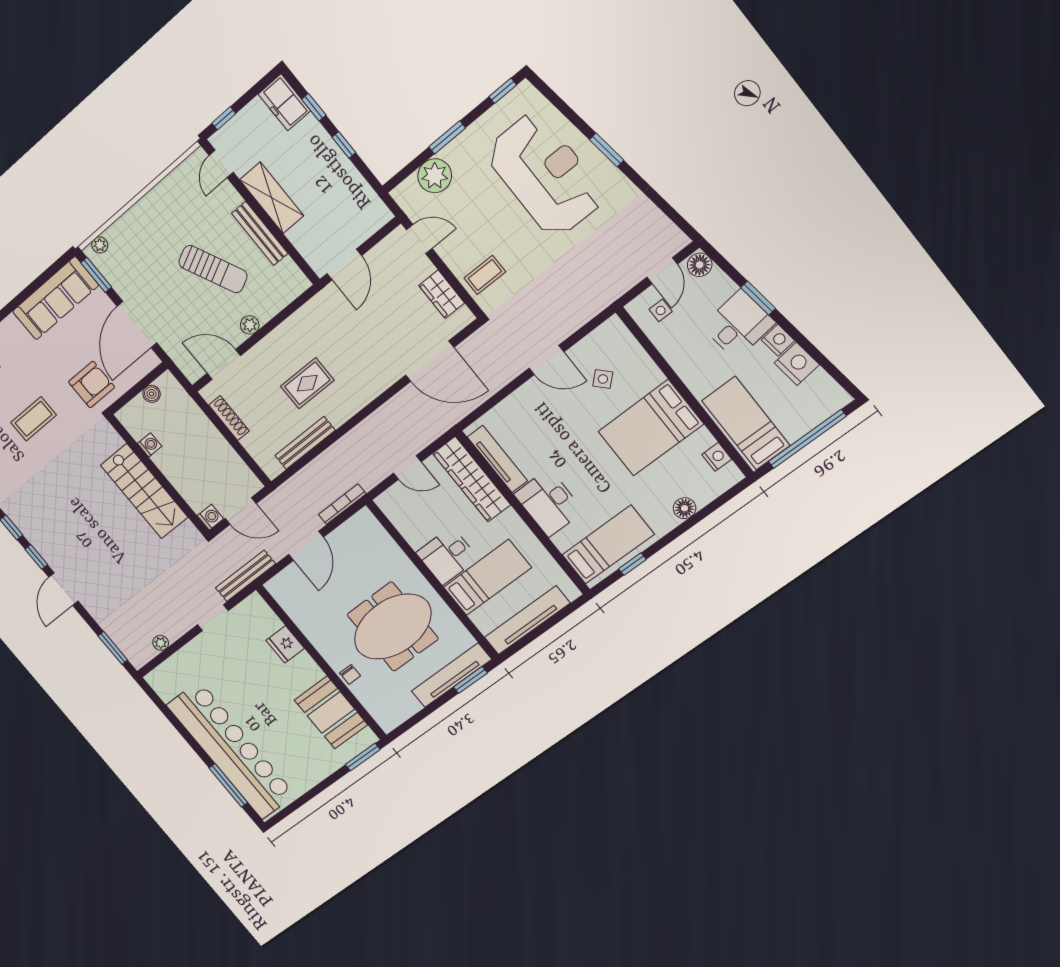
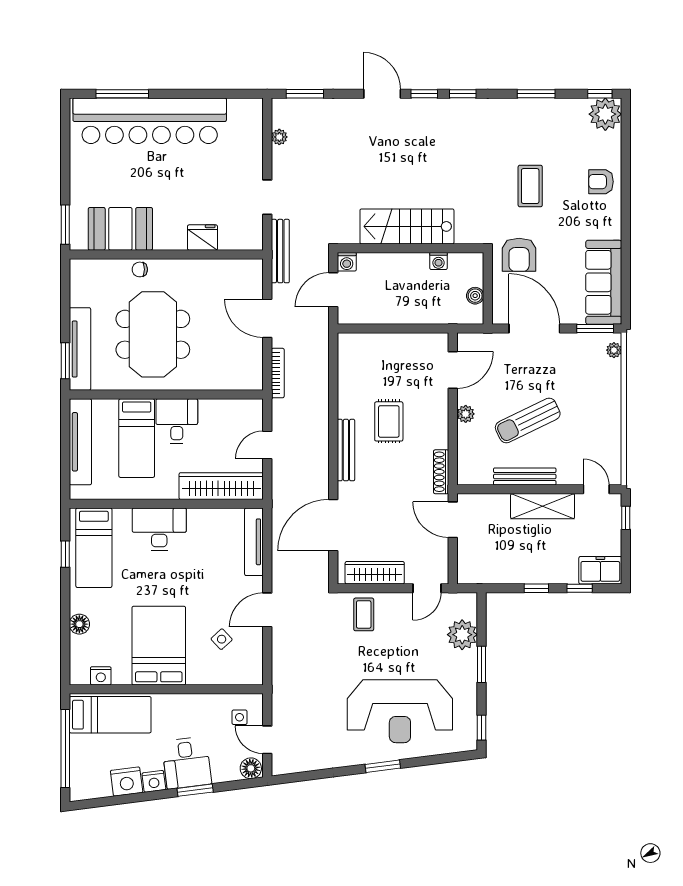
wardrobe: (442, 294) -> (375, 573), width x1.50
shoe rack: (229, 418) -> (441, 472), moved, turned 90
bench: (305, 443) -> (346, 450), moved
tv unit: (497, 459) -> (254, 542), moved, turned 90

